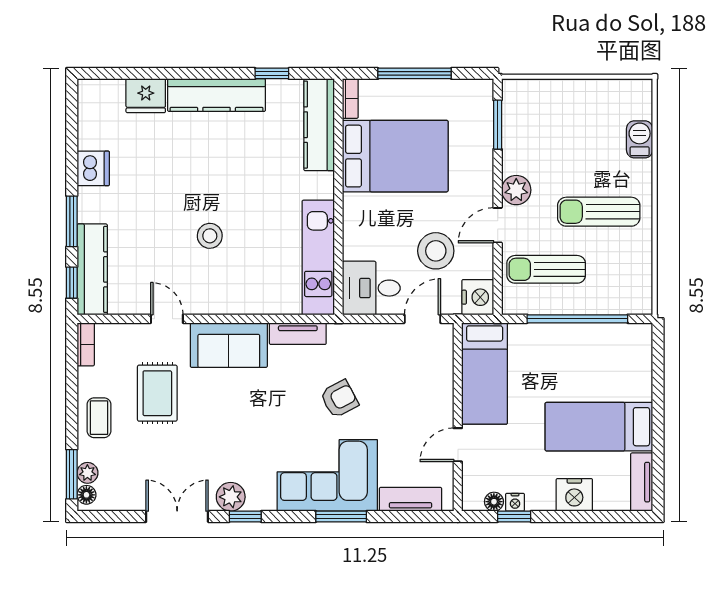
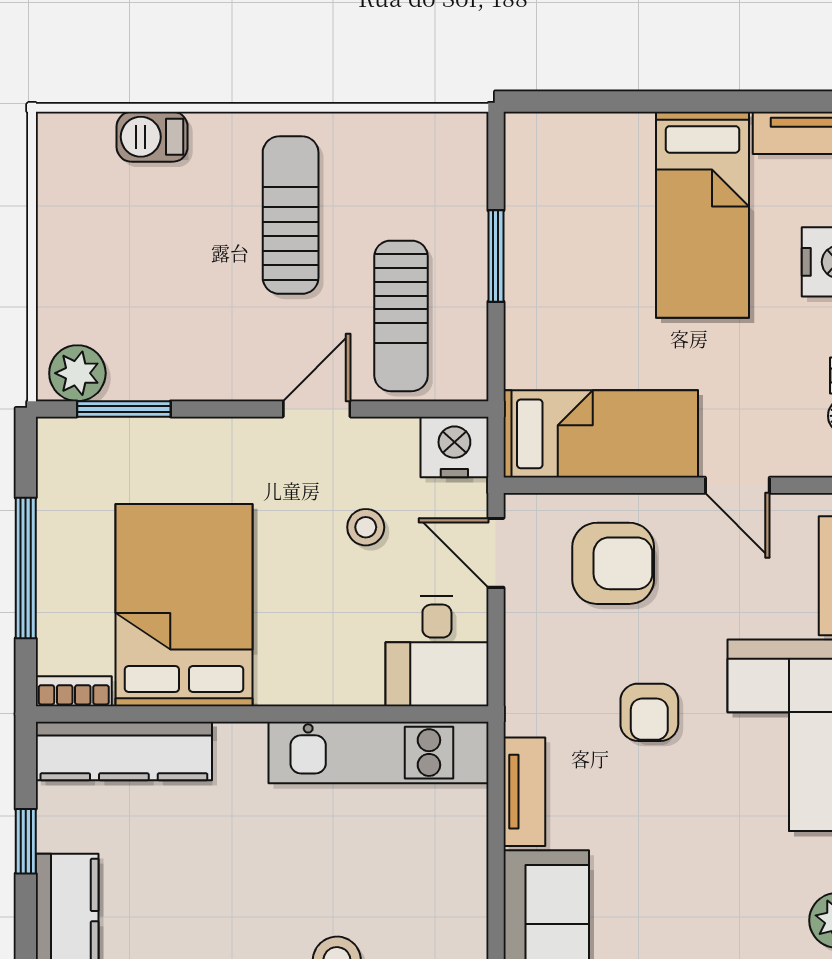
plant: (516, 190) -> (77, 373), moved
sun lounger: (599, 212) -> (291, 215), turned 180
door: (498, 225) -> (317, 409), swing flipped
stool: (436, 251) -> (366, 527), width x0.53, depth x0.53
window: (577, 319) -> (496, 256), width x0.47
armchair: (417, 380) -> (613, 563), added
armchair: (339, 399) -> (649, 712), turned -152

